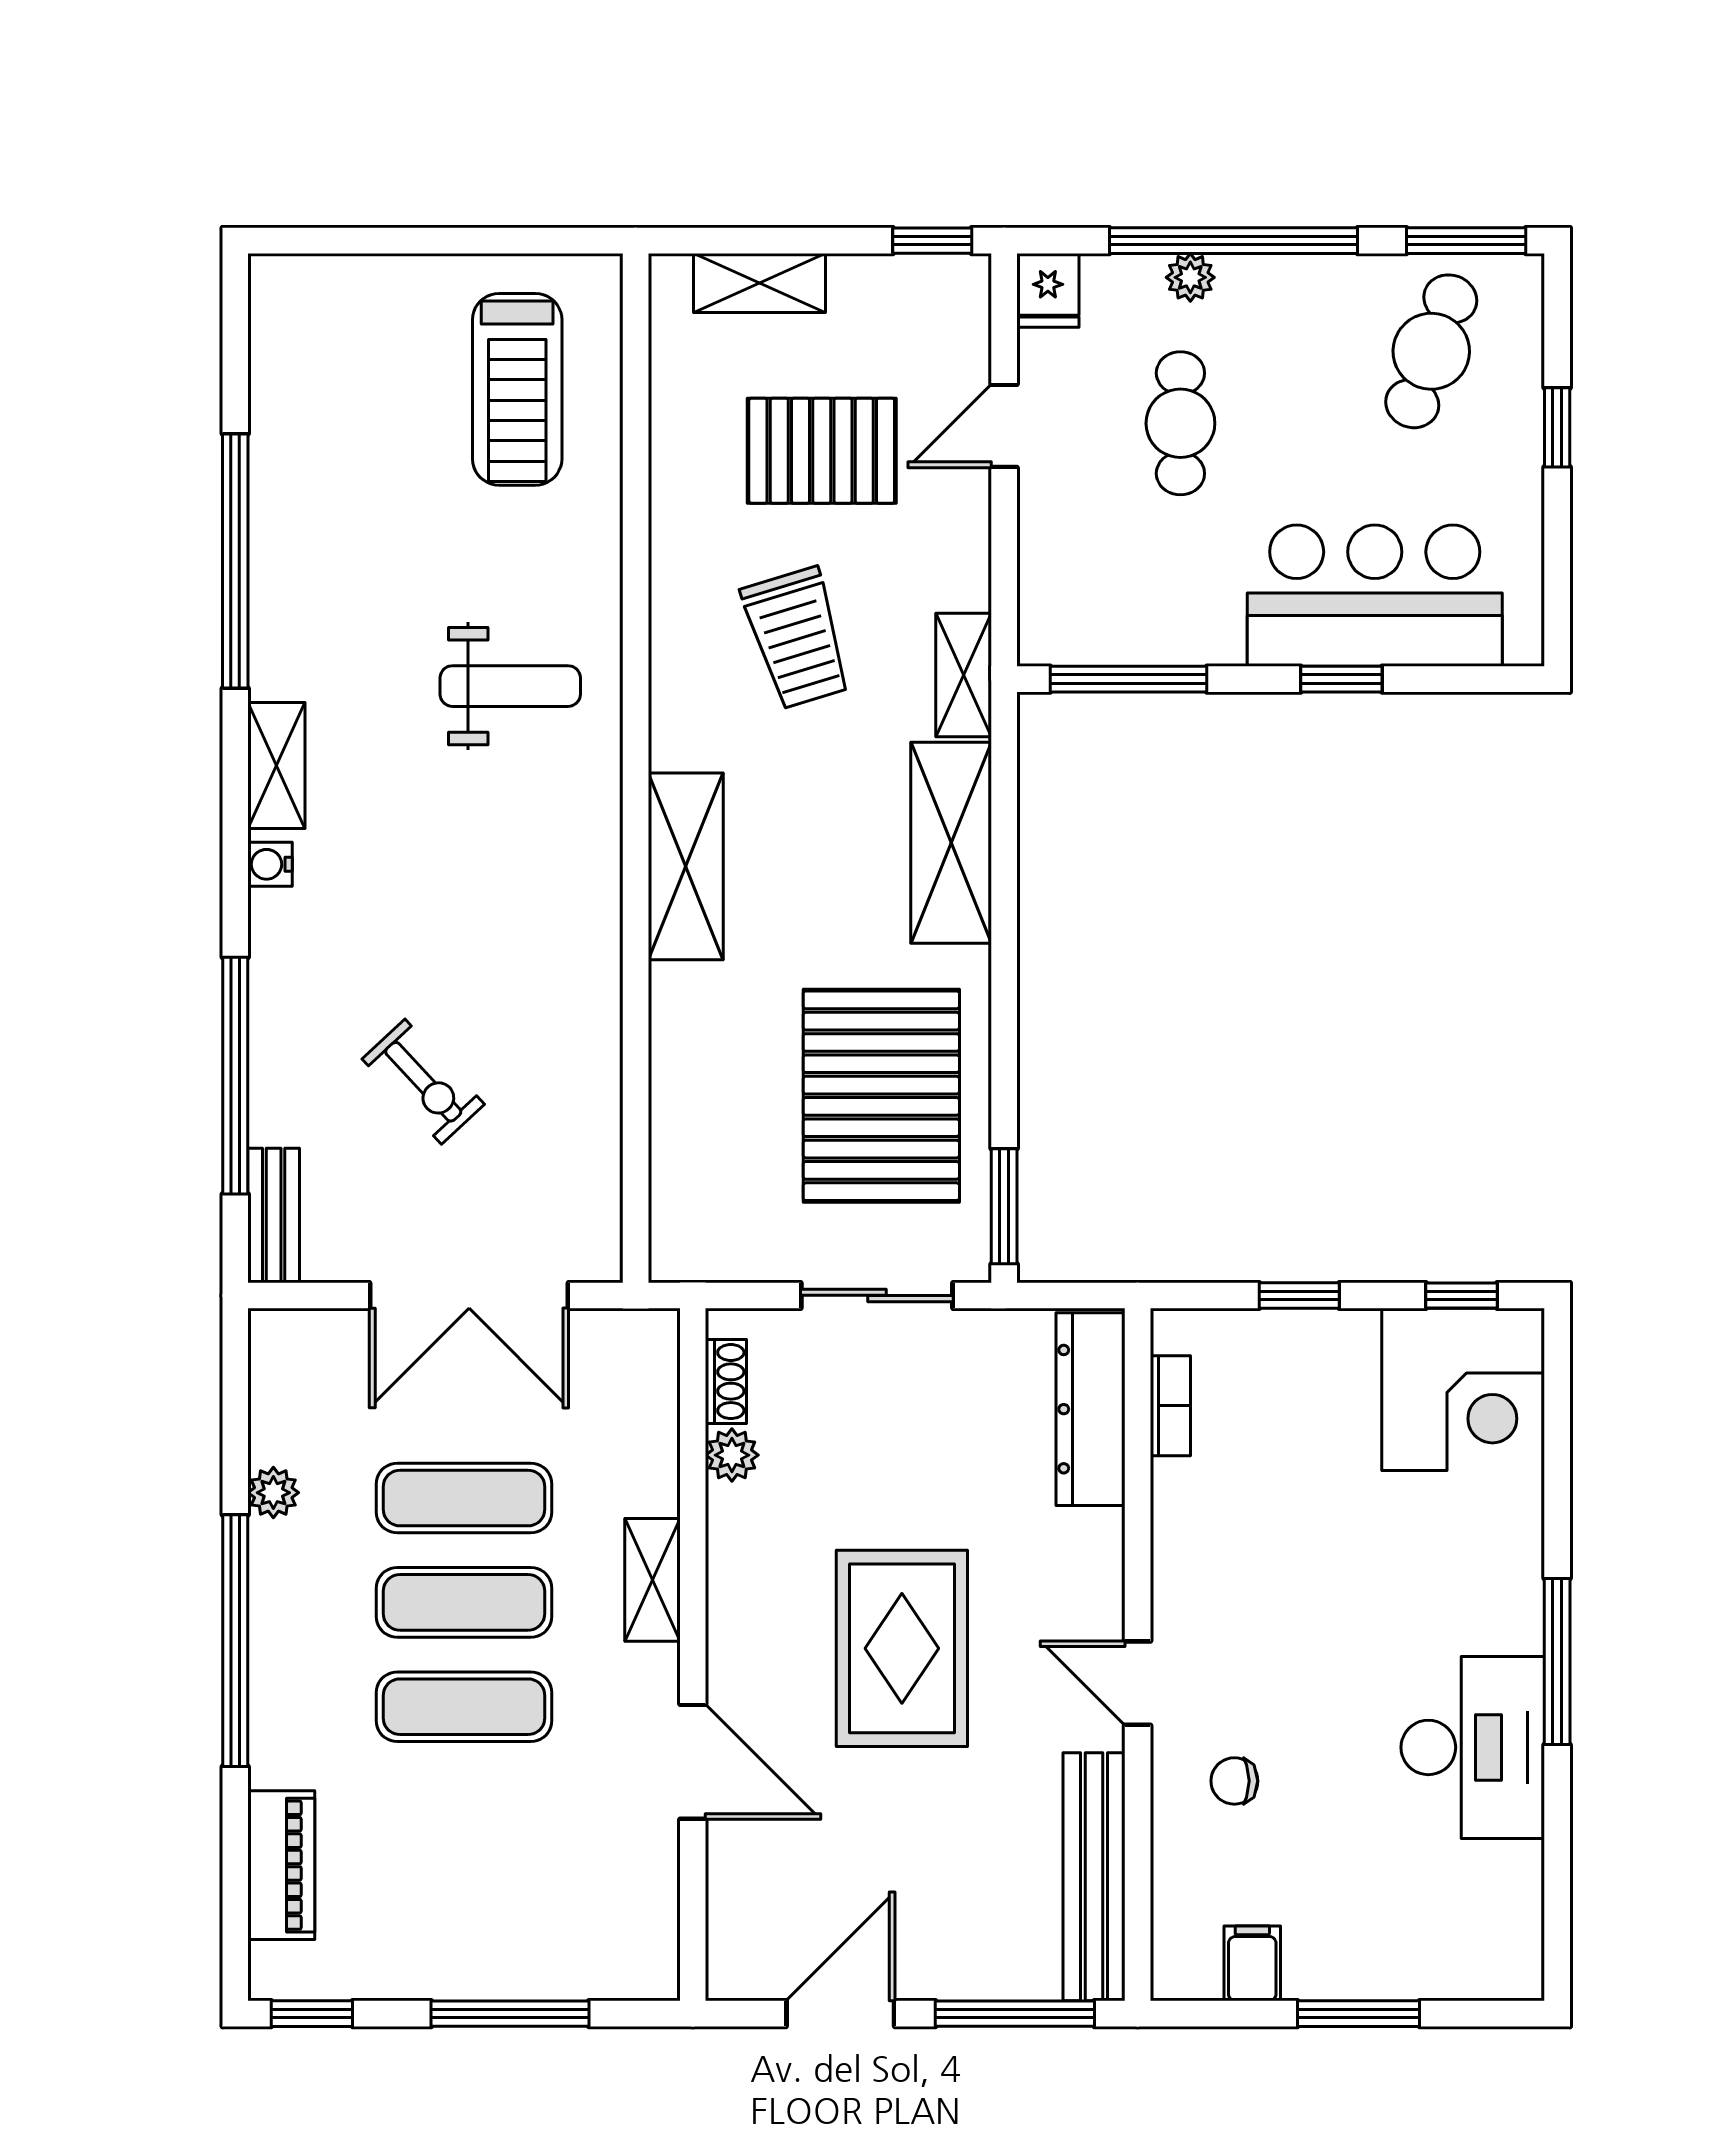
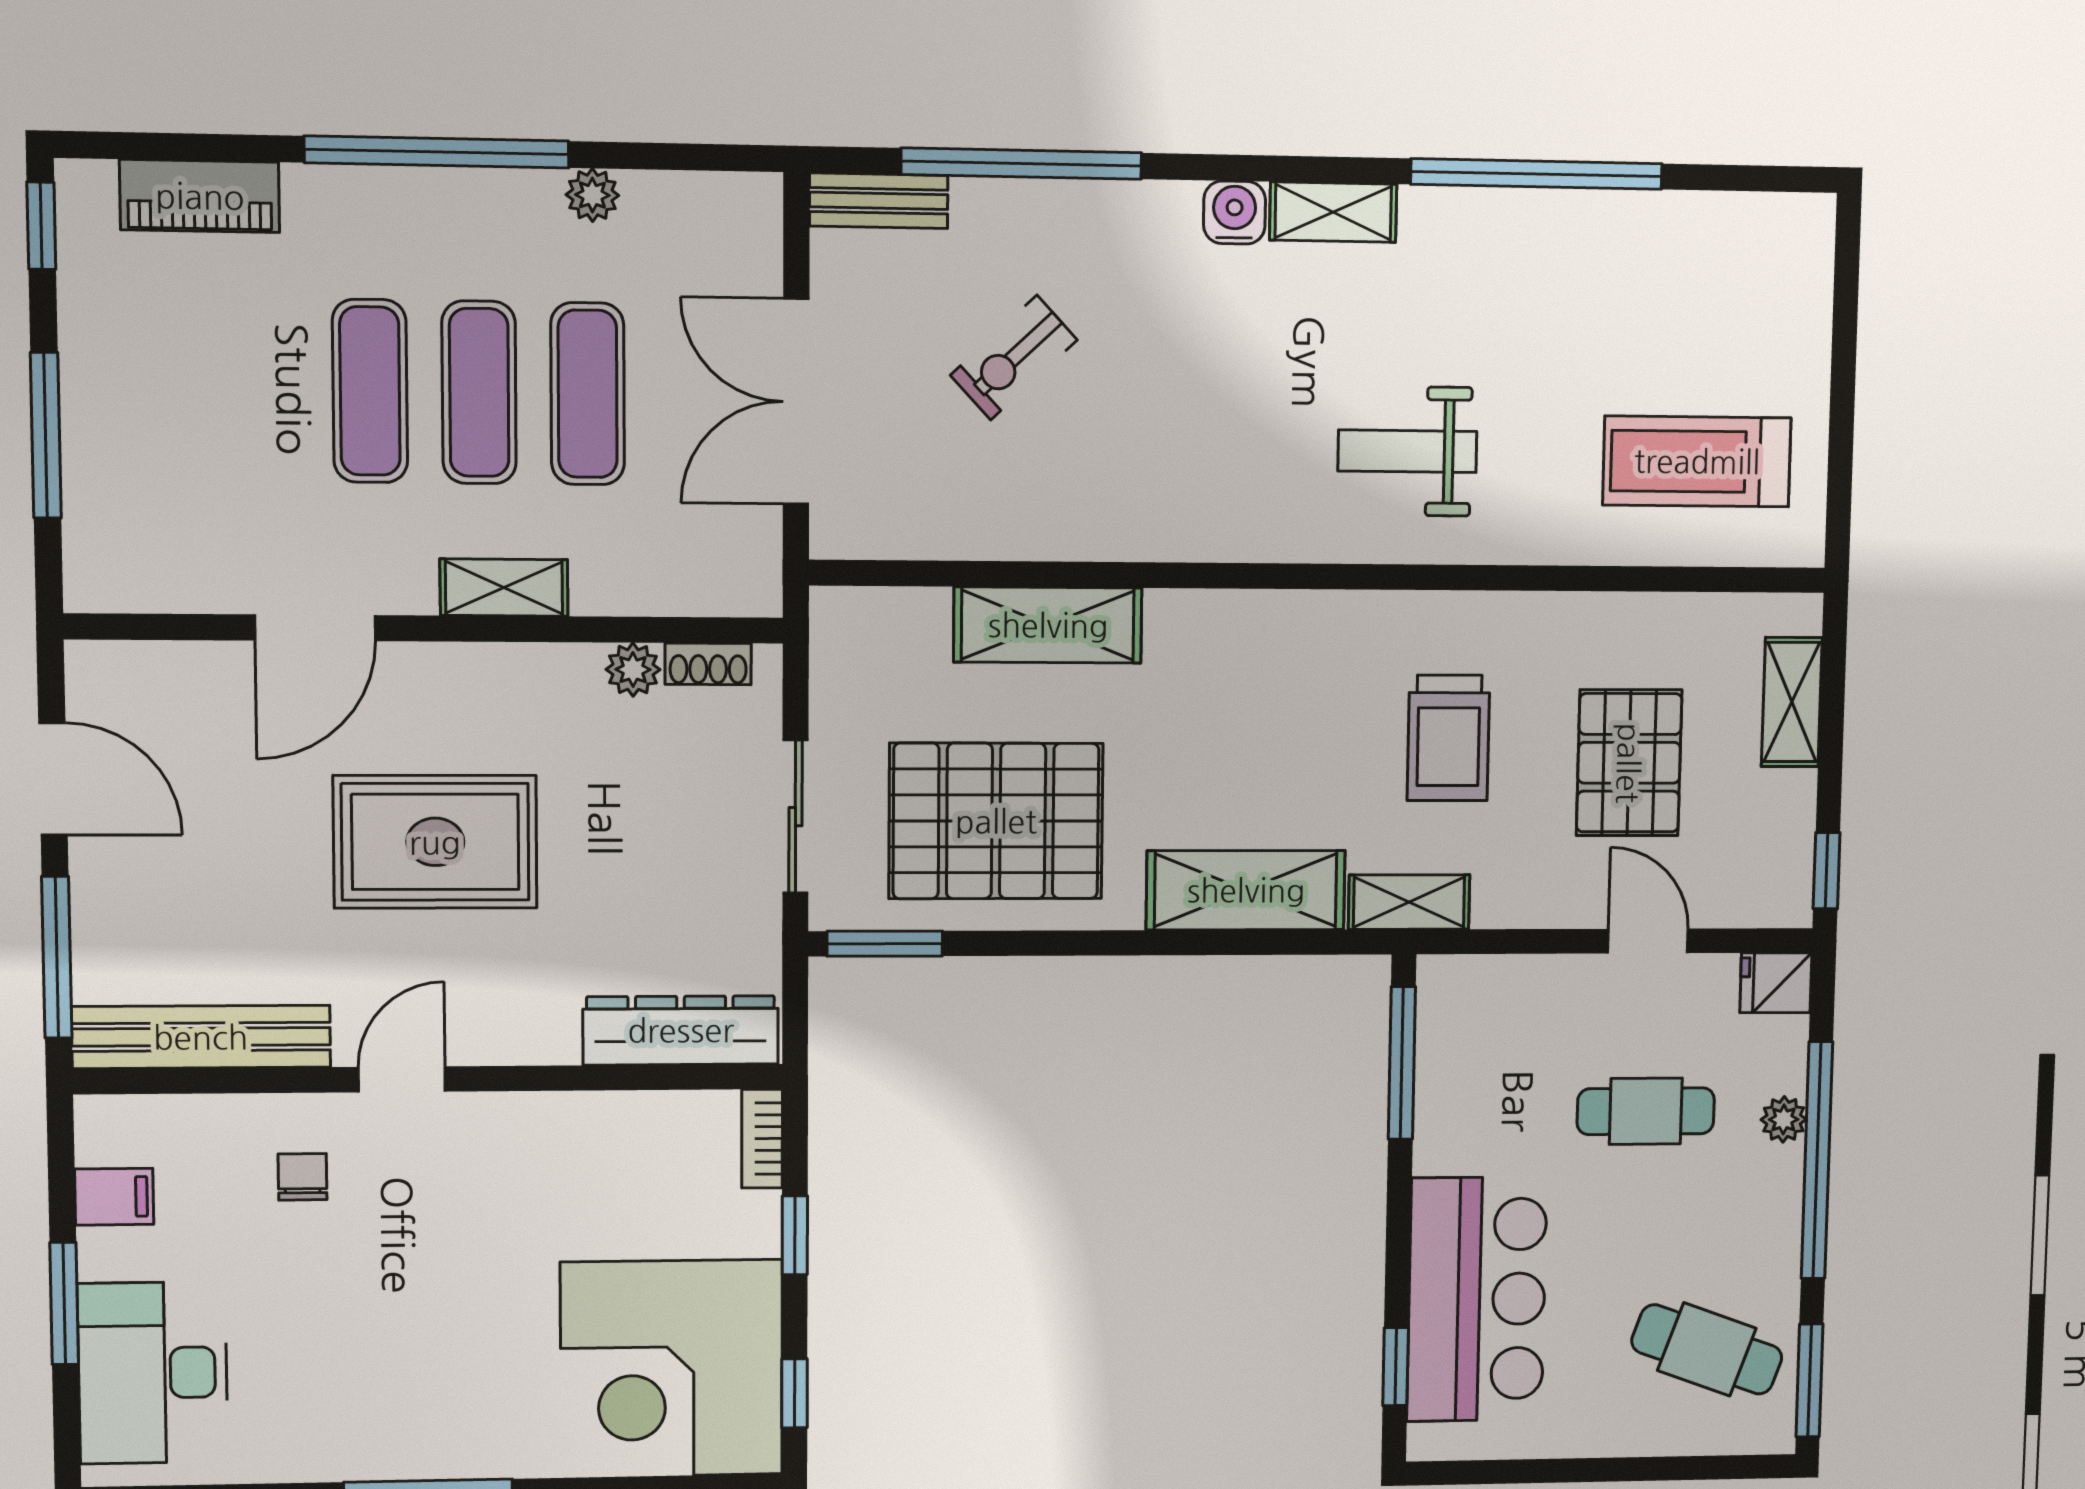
window: (1557, 427) -> (1632, 1469), removed
trolley: (797, 638) -> (1448, 738), turned -73
window: (1341, 679) -> (1396, 1367), moved
weight bench: (510, 686) -> (1407, 451), turned 90
water cooler: (270, 864) -> (1234, 212), width x1.38, depth x1.38
shelving: (686, 866) -> (1048, 625), moved
corner desk: (1463, 1389) -> (672, 1369), width x1.36, depth x1.36
bookcase: (1170, 1406) -> (762, 1139), moved, turned 90
desk: (1473, 1747) -> (153, 1373), moved, turned 90

